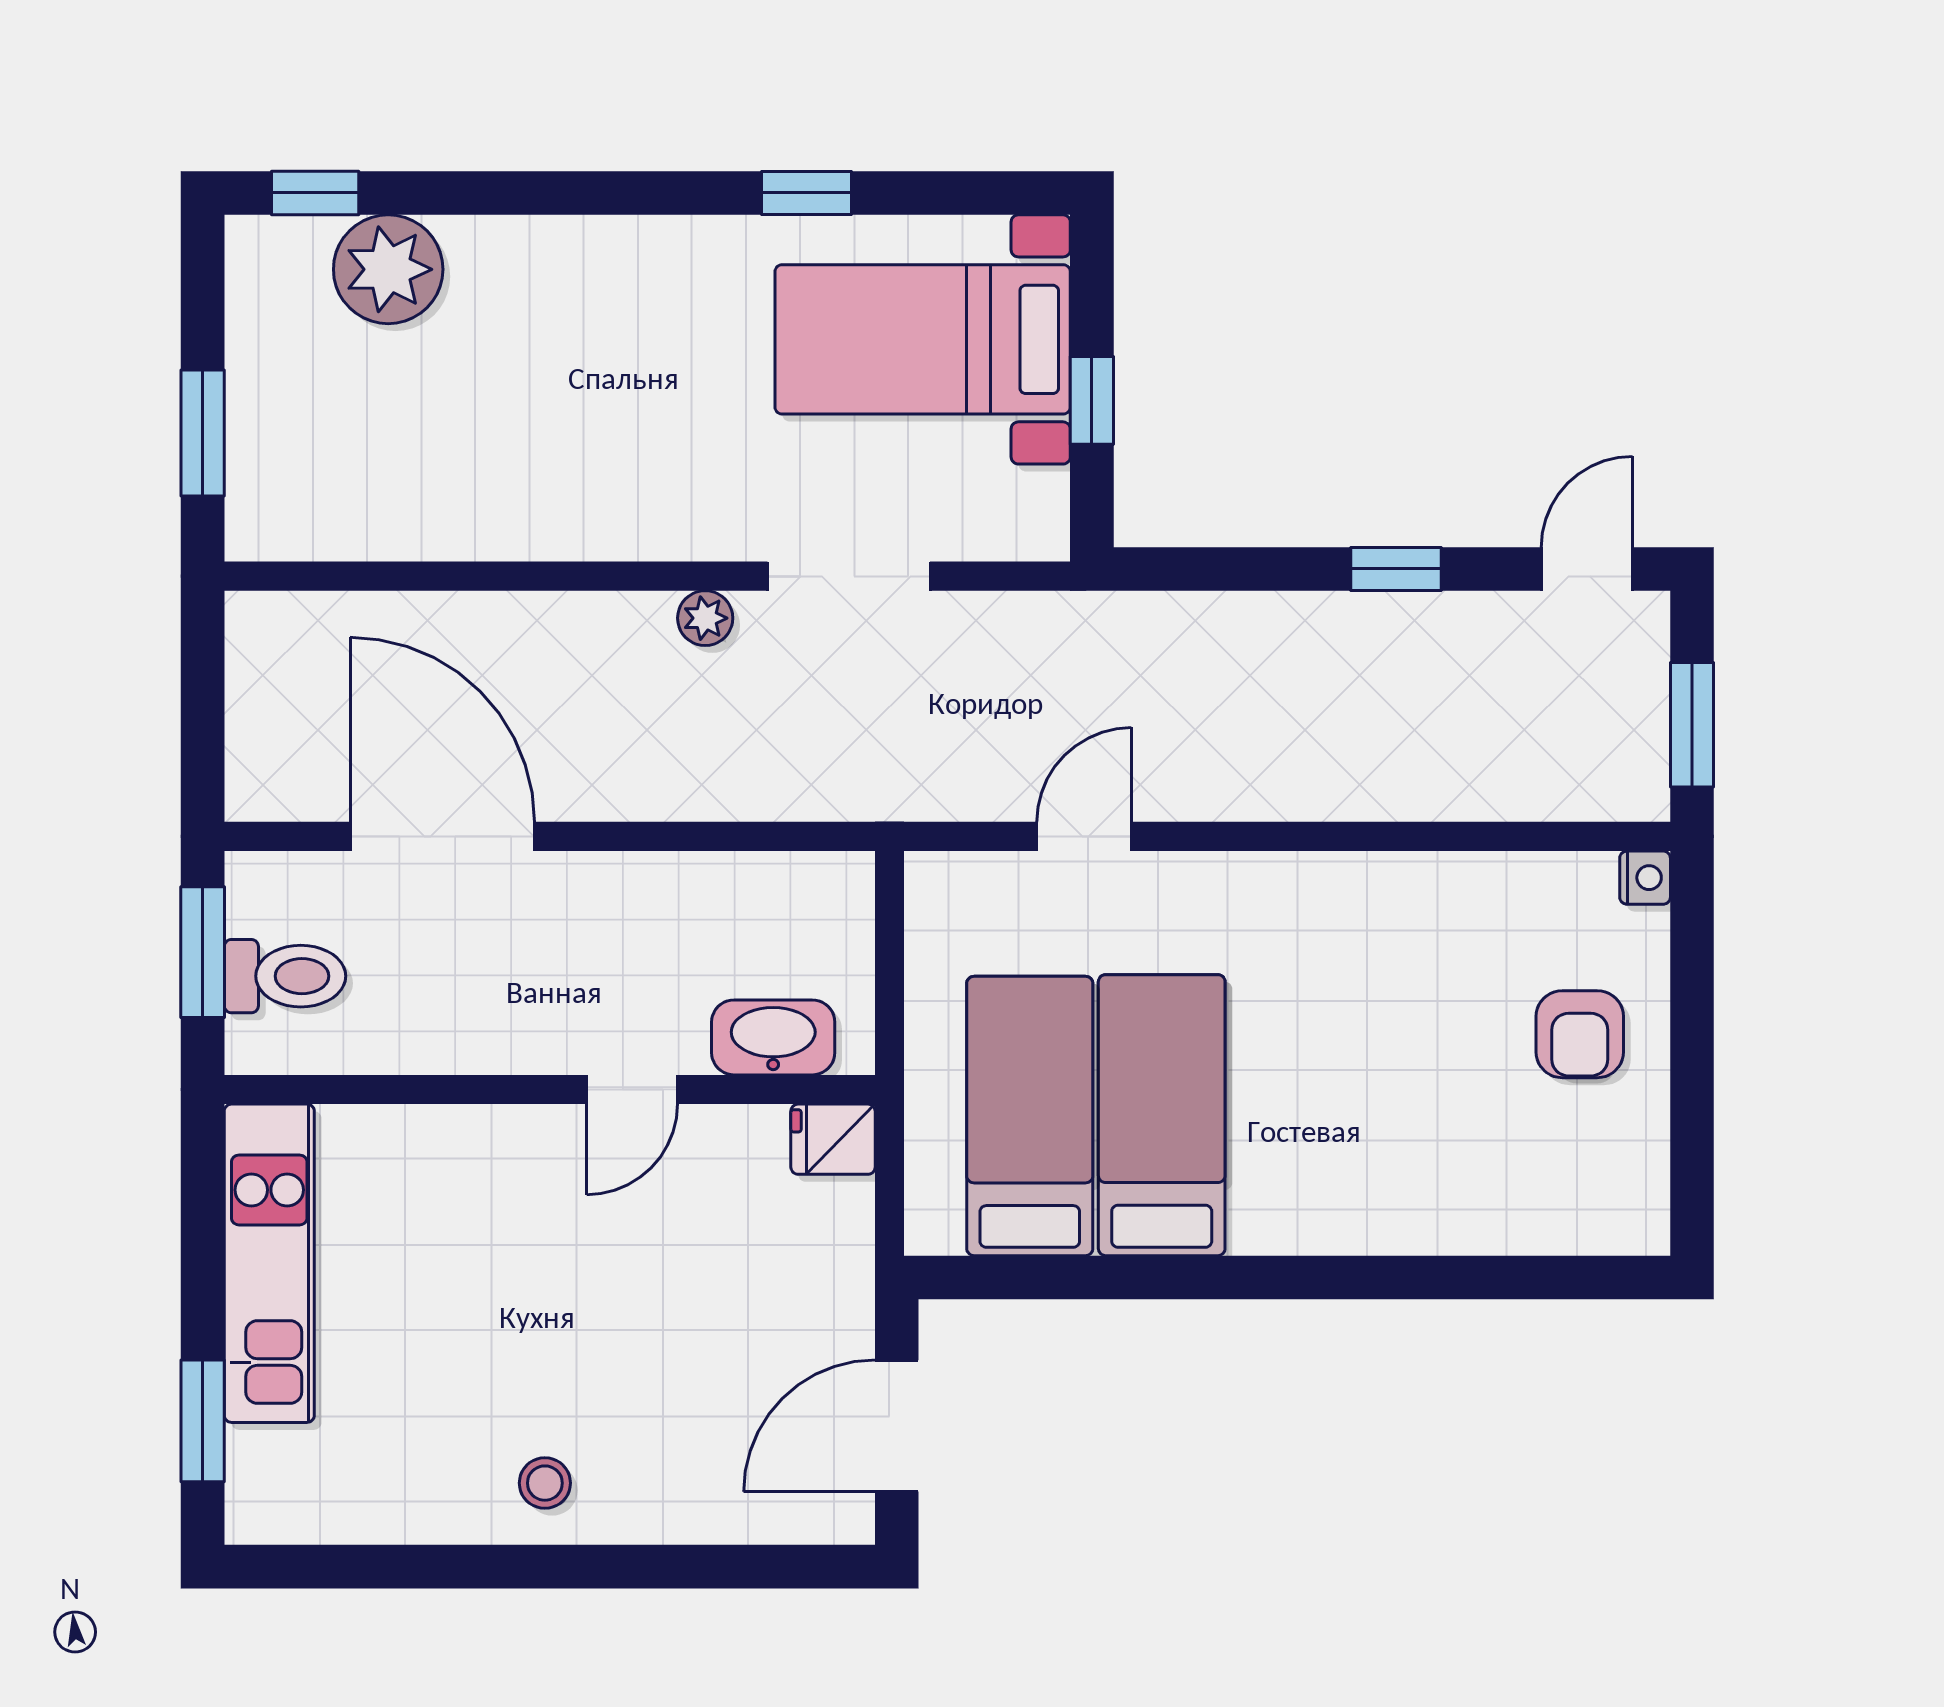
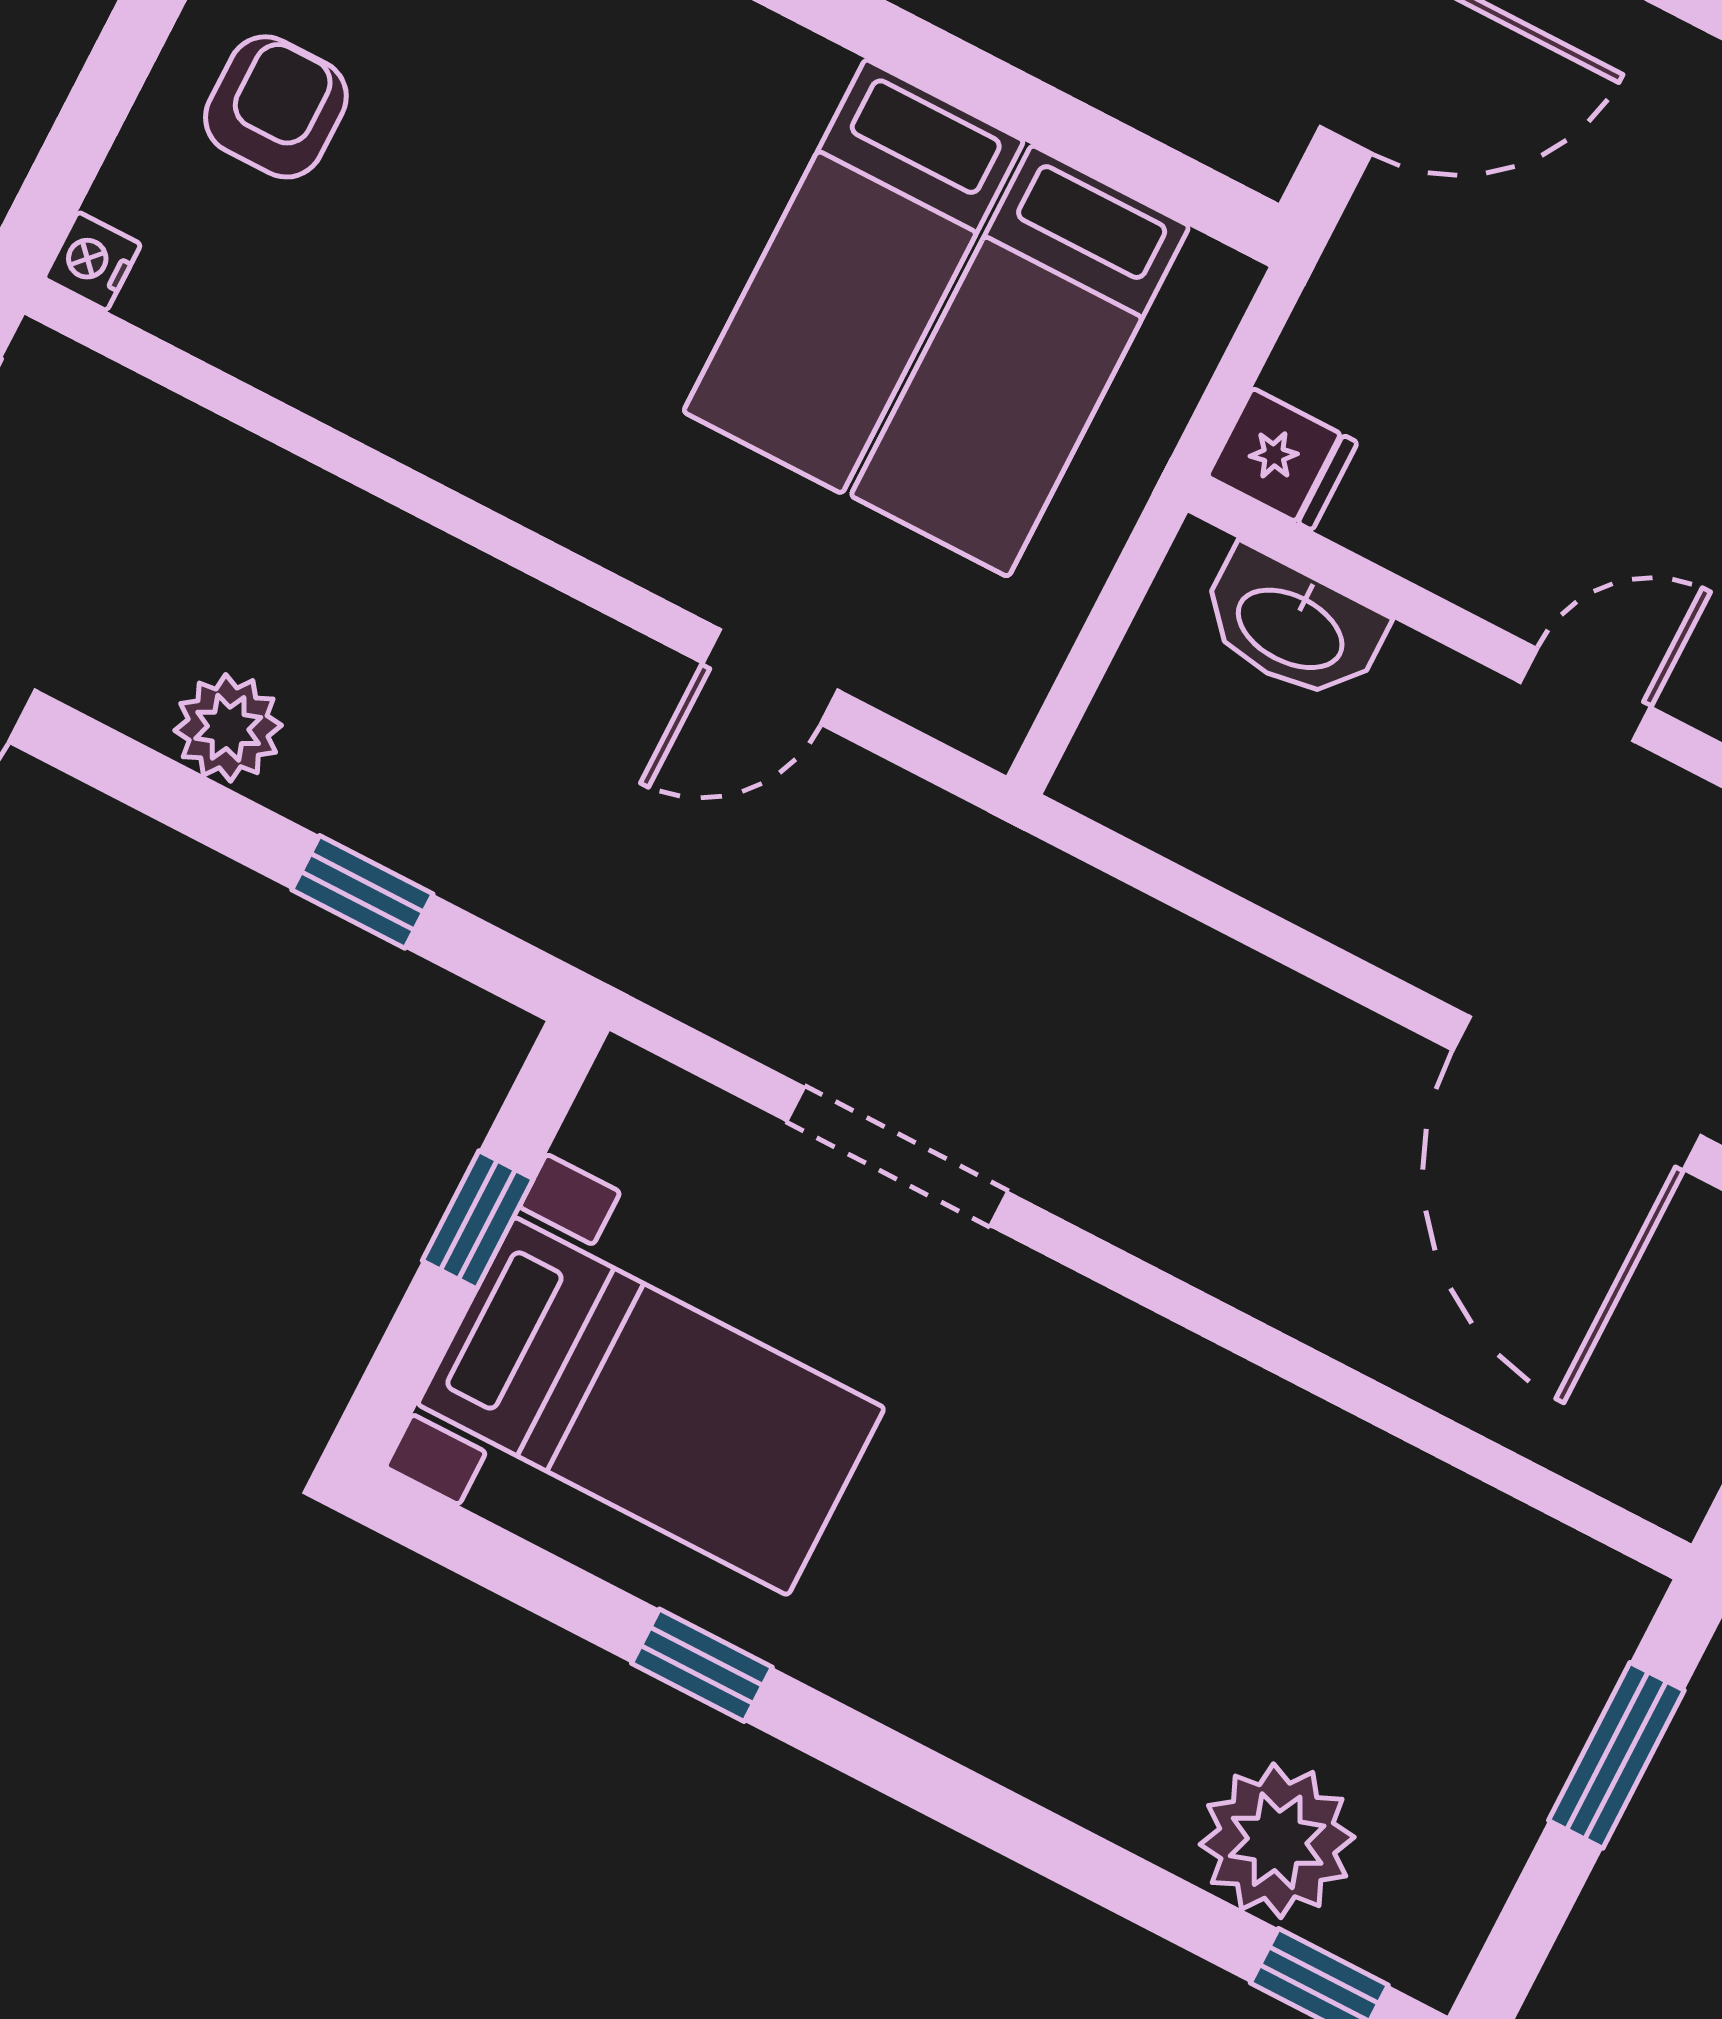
window: (1396, 569) -> (362, 892), moved
plant: (705, 618) -> (228, 728), moved, width x1.38, depth x1.38
door: (632, 1089) -> (1585, 695), moved

